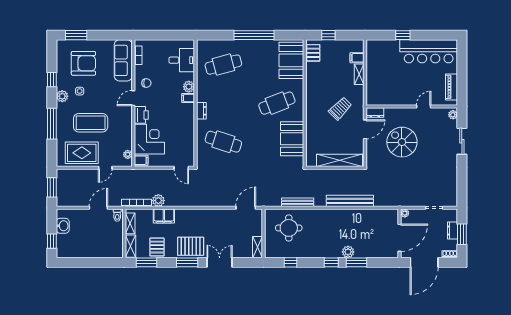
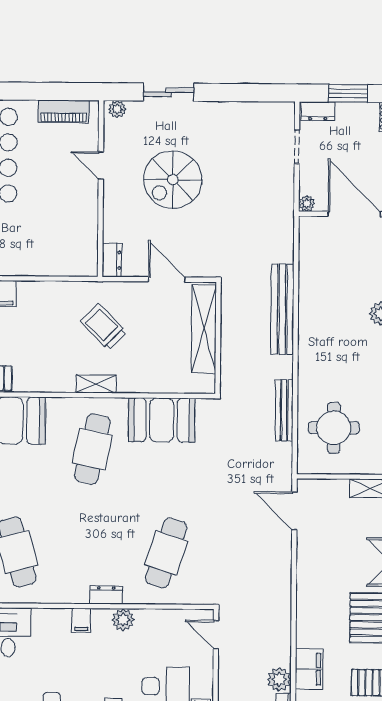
shelving: (359, 74) -> (96, 384), moved
plant: (189, 87) -> (123, 620), moved
cafe table: (277, 103) -> (92, 449), turned 33
door: (365, 129) -> (167, 279), moved
spiral stairs: (402, 142) -> (173, 180), moved
door: (181, 168) -> (216, 635), swing flipped
dresser: (452, 230) -> (318, 111), moved

